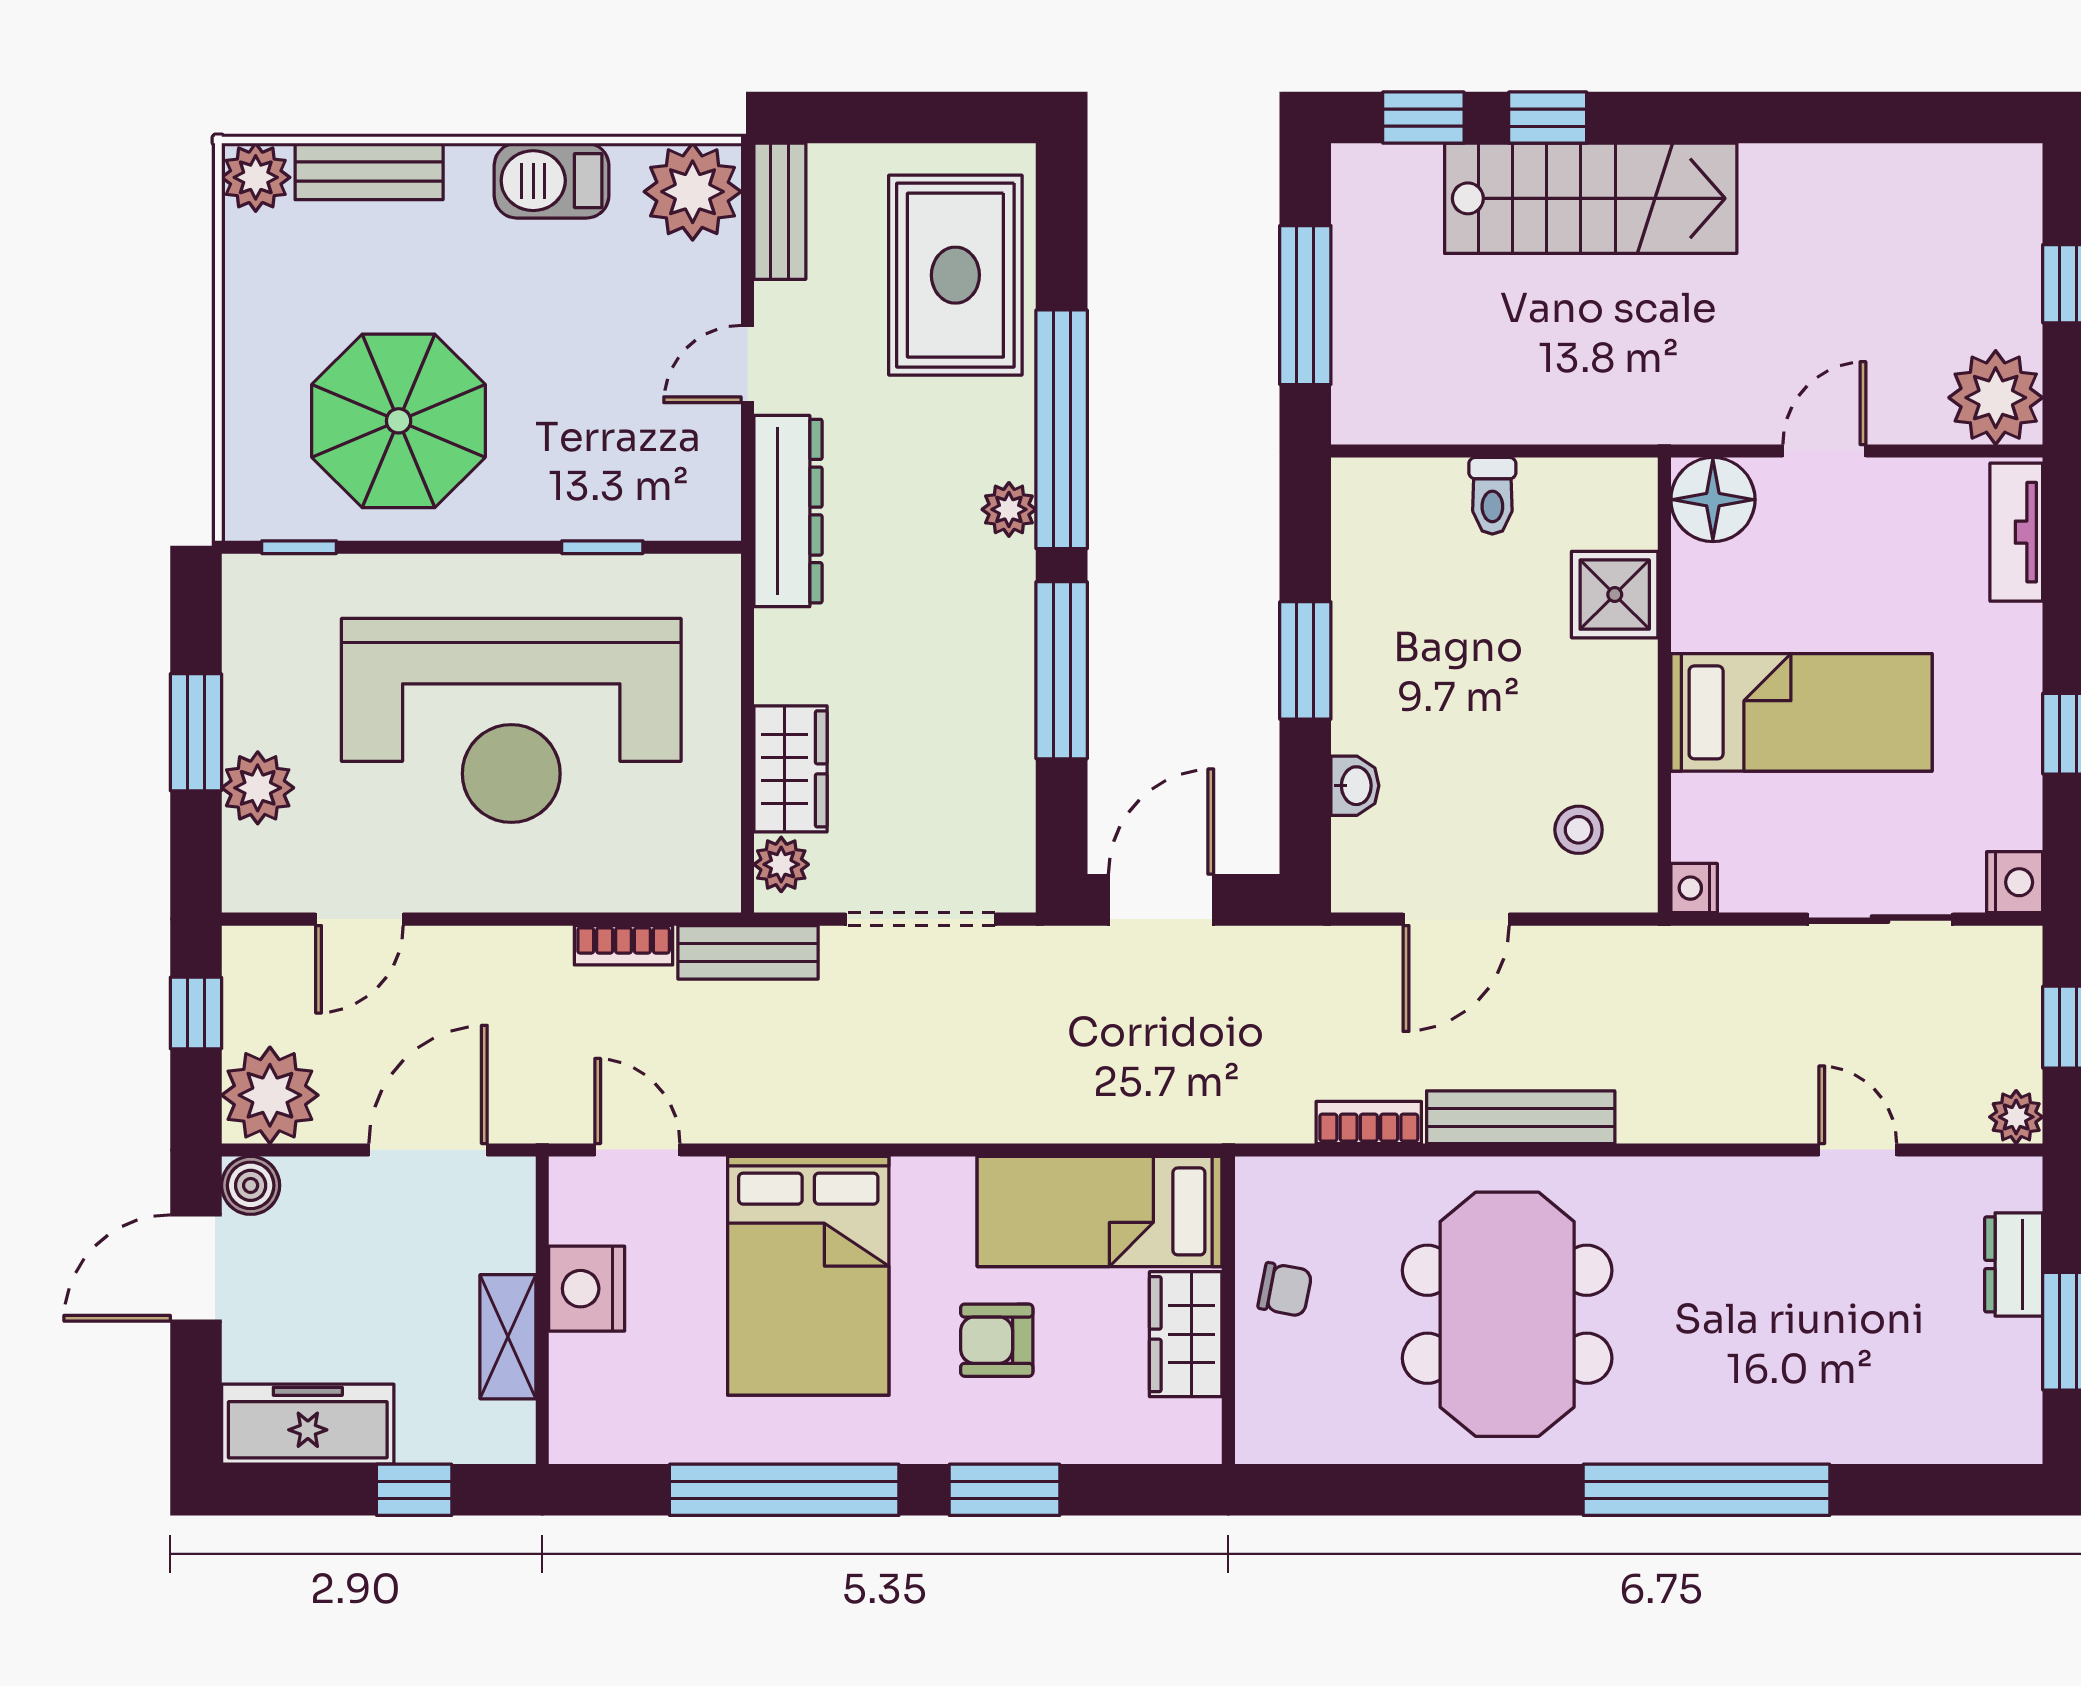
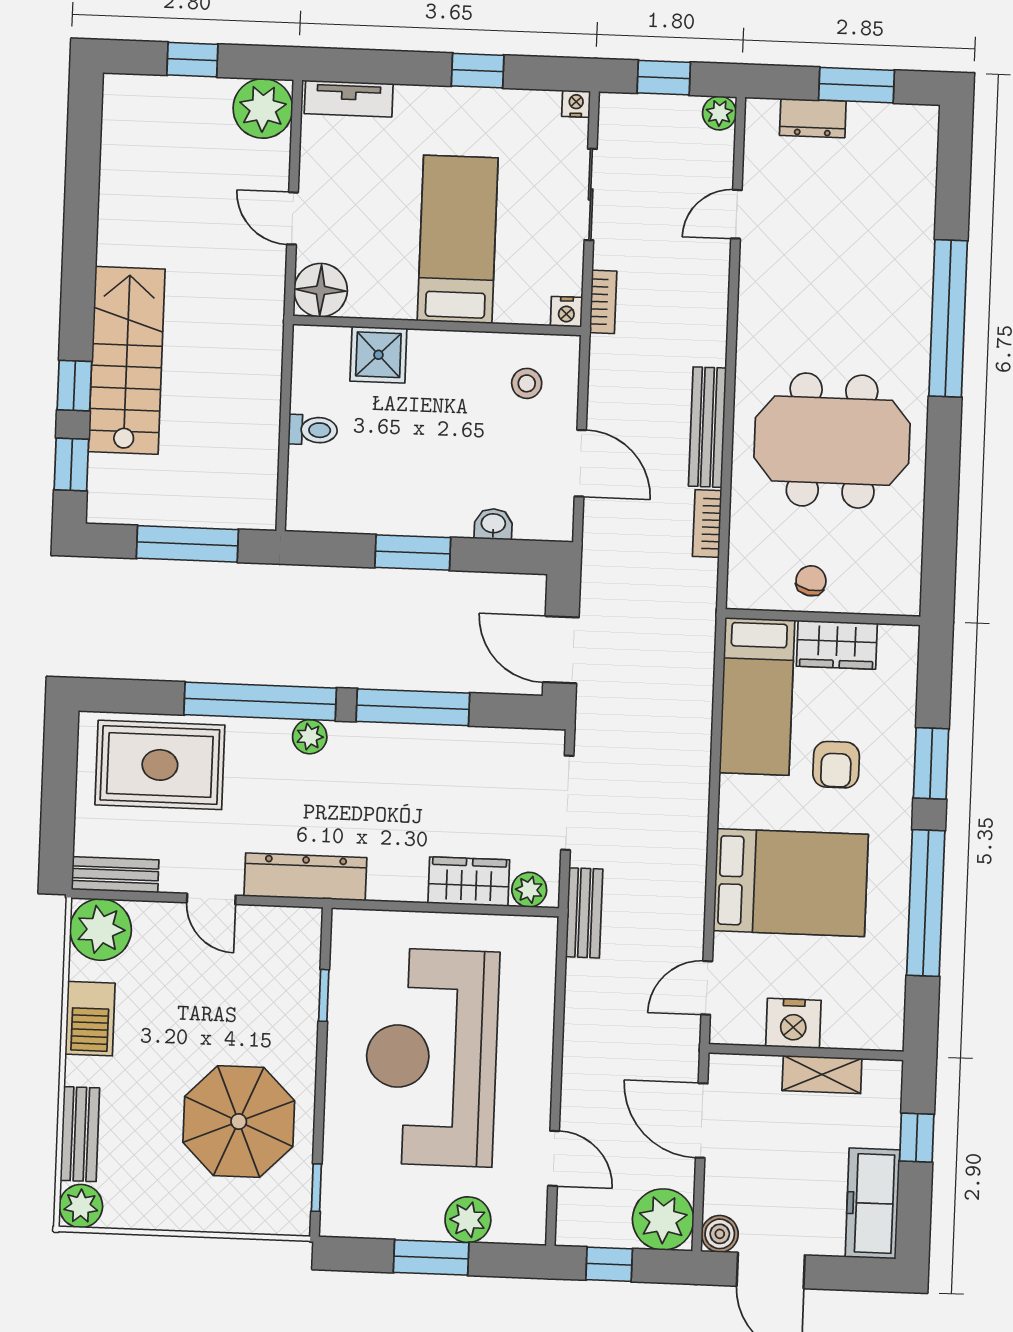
reception desk: (511, 720) -> (431, 1057), turned 180
nightstand: (2015, 882) -> (576, 104), width x0.72, depth x0.74
bookcase: (624, 945) -> (603, 302), moved

